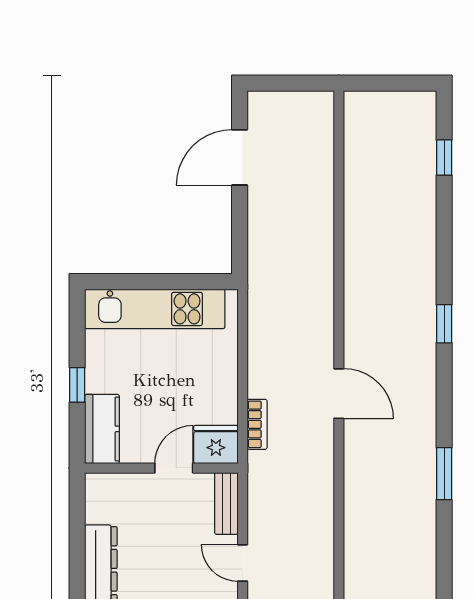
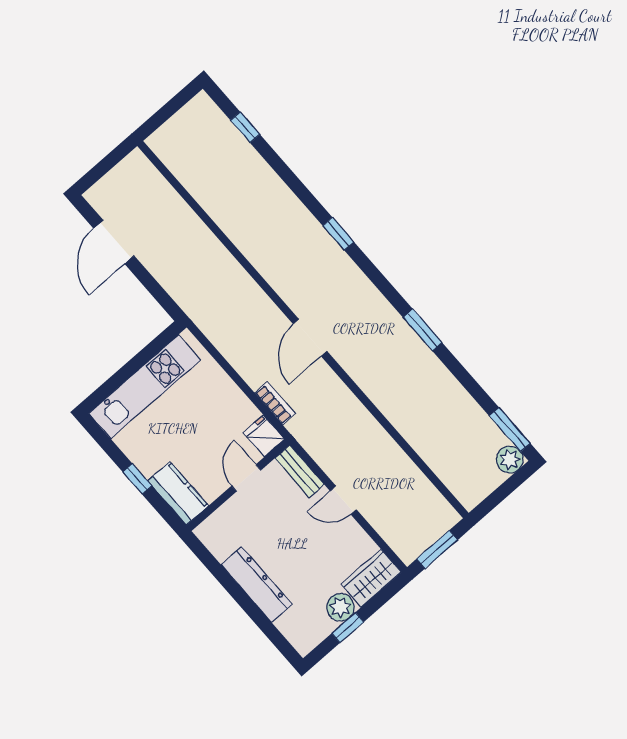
door: (339, 394) -> (310, 338), swing flipped
fridge: (216, 444) -> (264, 436), width x0.72

